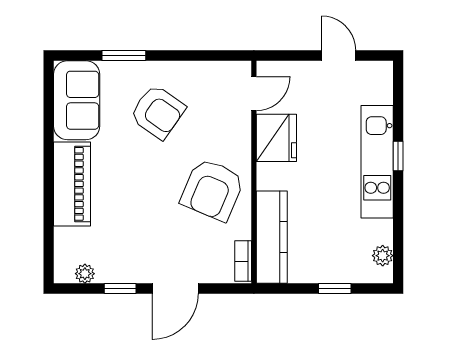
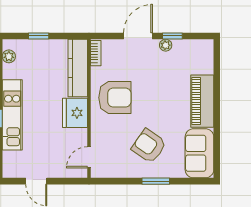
window: (124, 56) -> (156, 181), moved
fridge: (276, 138) -> (75, 113), moved
armchair: (212, 190) -> (115, 98), turned 67
plant: (85, 274) -> (166, 45), moved

